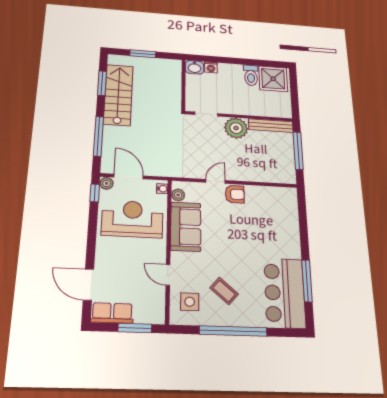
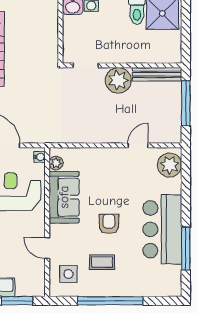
door: (215, 181) -> (138, 145), moved
armchair: (235, 194) -> (109, 224), moved, turned -90
plant: (286, 203) -> (170, 165), added
coffee table: (224, 291) -> (102, 262), turned -41
bar counter: (285, 293) -> (162, 229), moved

